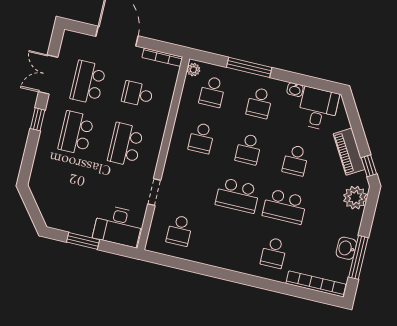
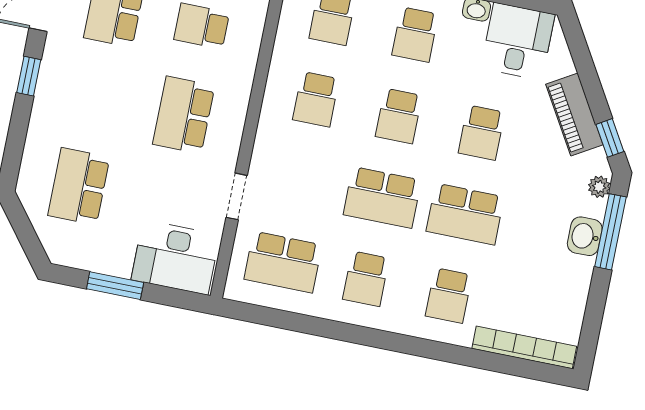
school desk: (76, 133) -> (79, 186), moved
plant: (355, 198) -> (599, 187), width x0.53, depth x0.53
school desk: (180, 231) -> (283, 262), width x1.85
school desk: (227, 242) -> (366, 279), added
washbasin: (346, 248) -> (585, 236), moved
window: (358, 257) -> (610, 232), moved

